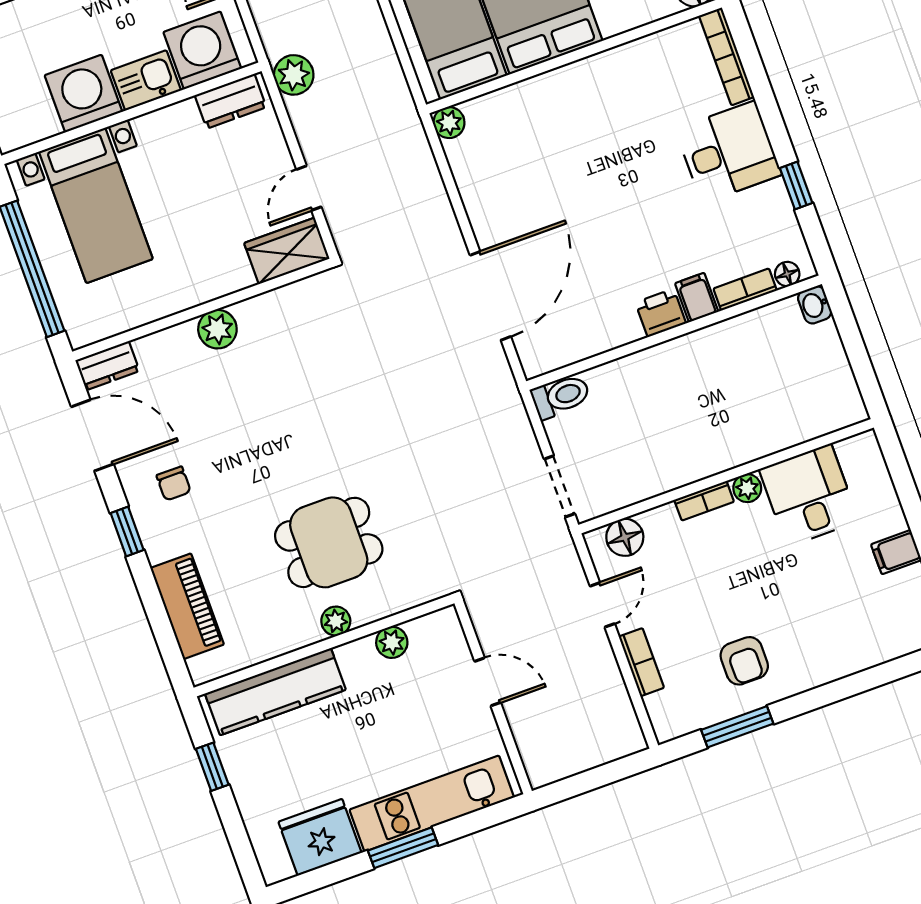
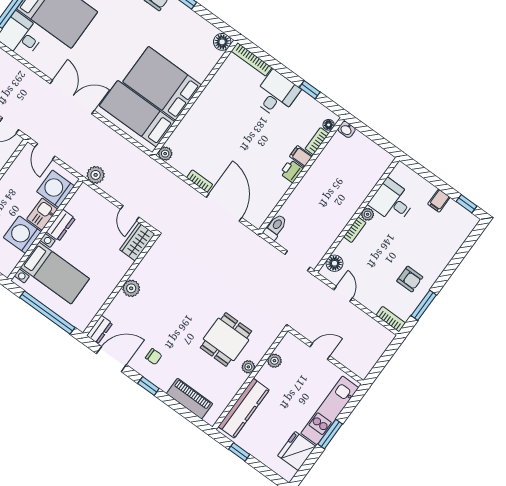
dresser: (231, 101) -> (61, 225), moved
bookcase: (478, 216) -> (200, 181), added
bookcase: (641, 662) -> (391, 319), moved

